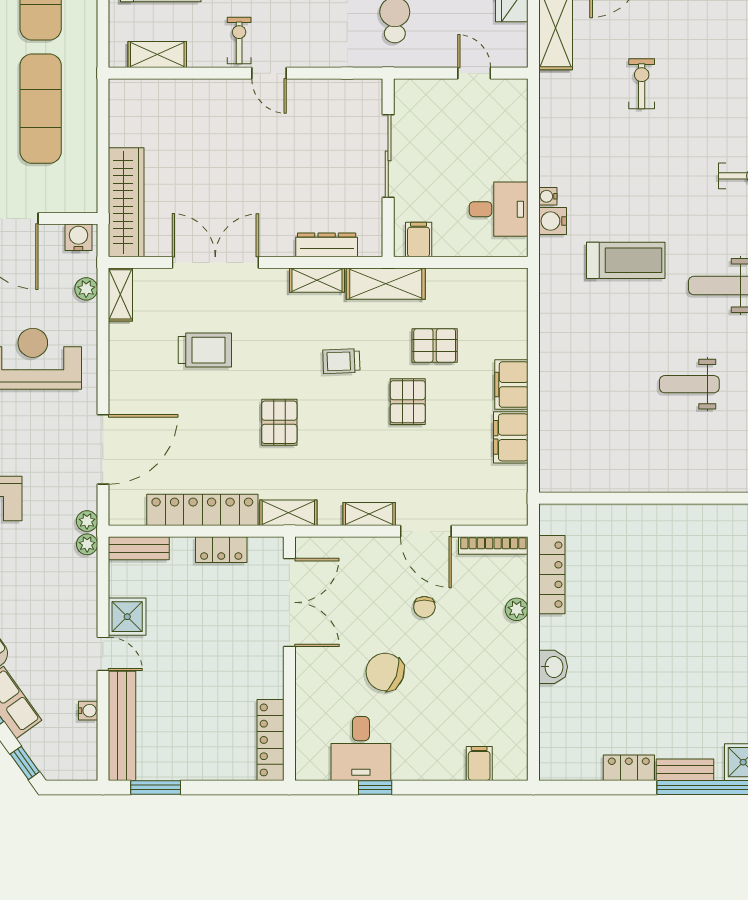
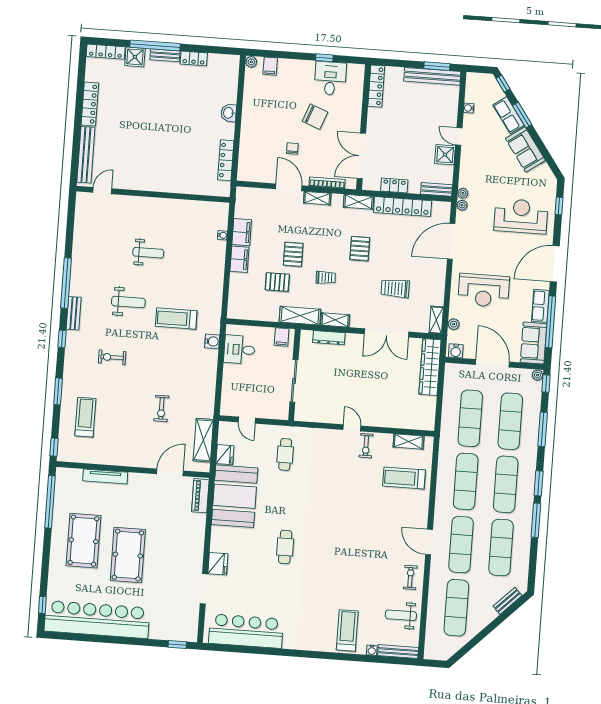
water cooler: (548, 196) -> (222, 235), moved
bookcase: (493, 545) -> (327, 183), moved
plant: (517, 609) -> (251, 62), moved
bench: (122, 726) -> (432, 76), moved, turned 90

